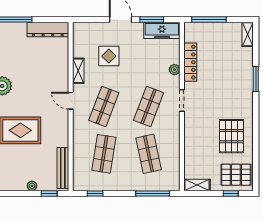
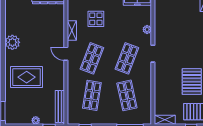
locker: (190, 62) -> (159, 24), removed

